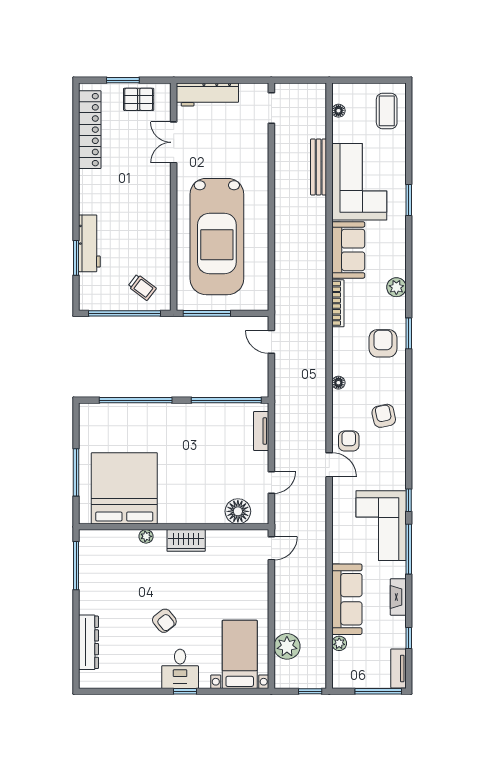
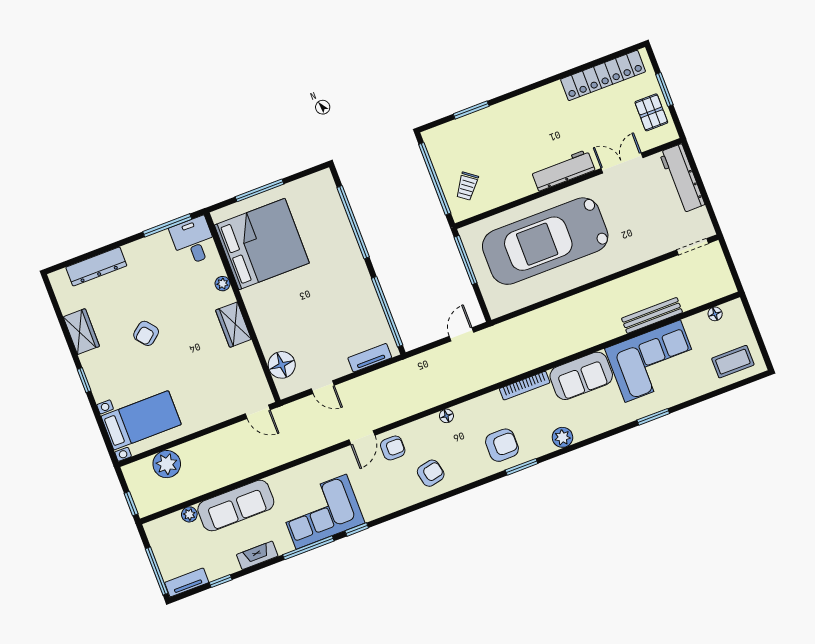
workbench: (89, 243) -> (563, 170), moved, turned 180
desk: (180, 669) -> (193, 241), moved, turned 90
wardrobe: (141, 677) -> (81, 332), added

